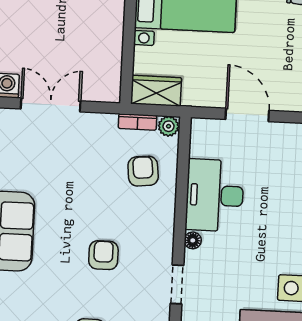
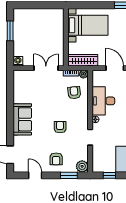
wardrobe: (156, 91) -> (83, 60), width x1.50
double door: (51, 105) -> (46, 68), moved

